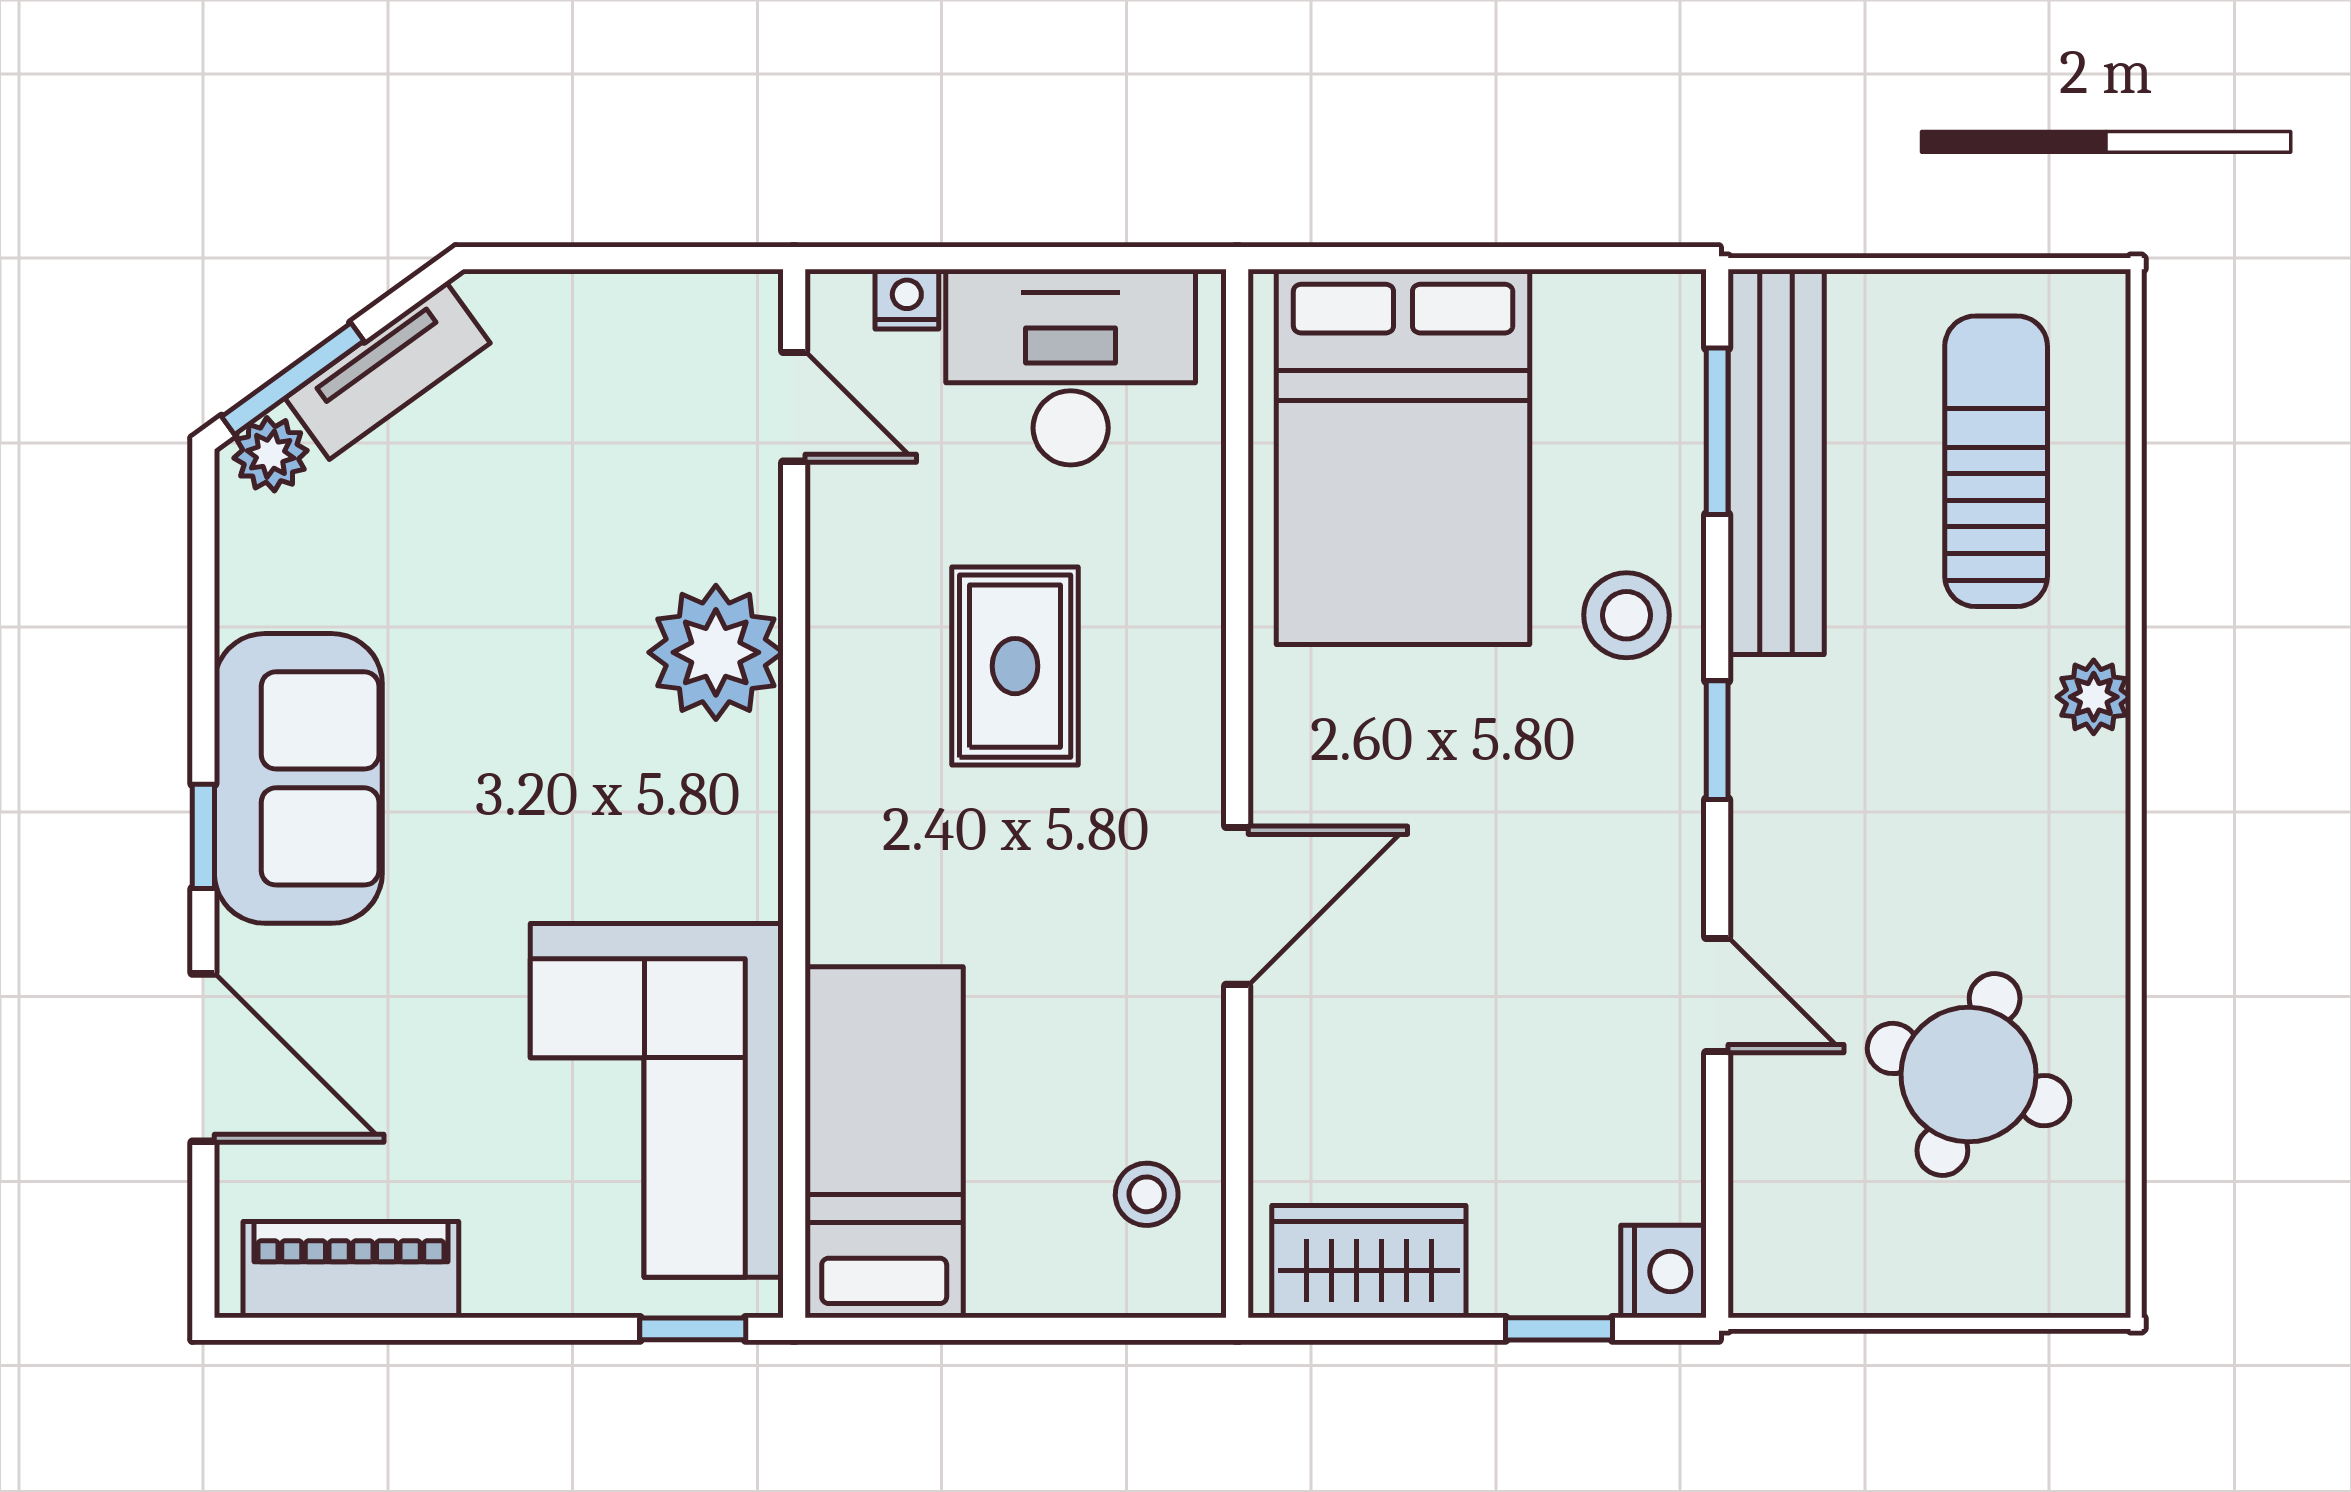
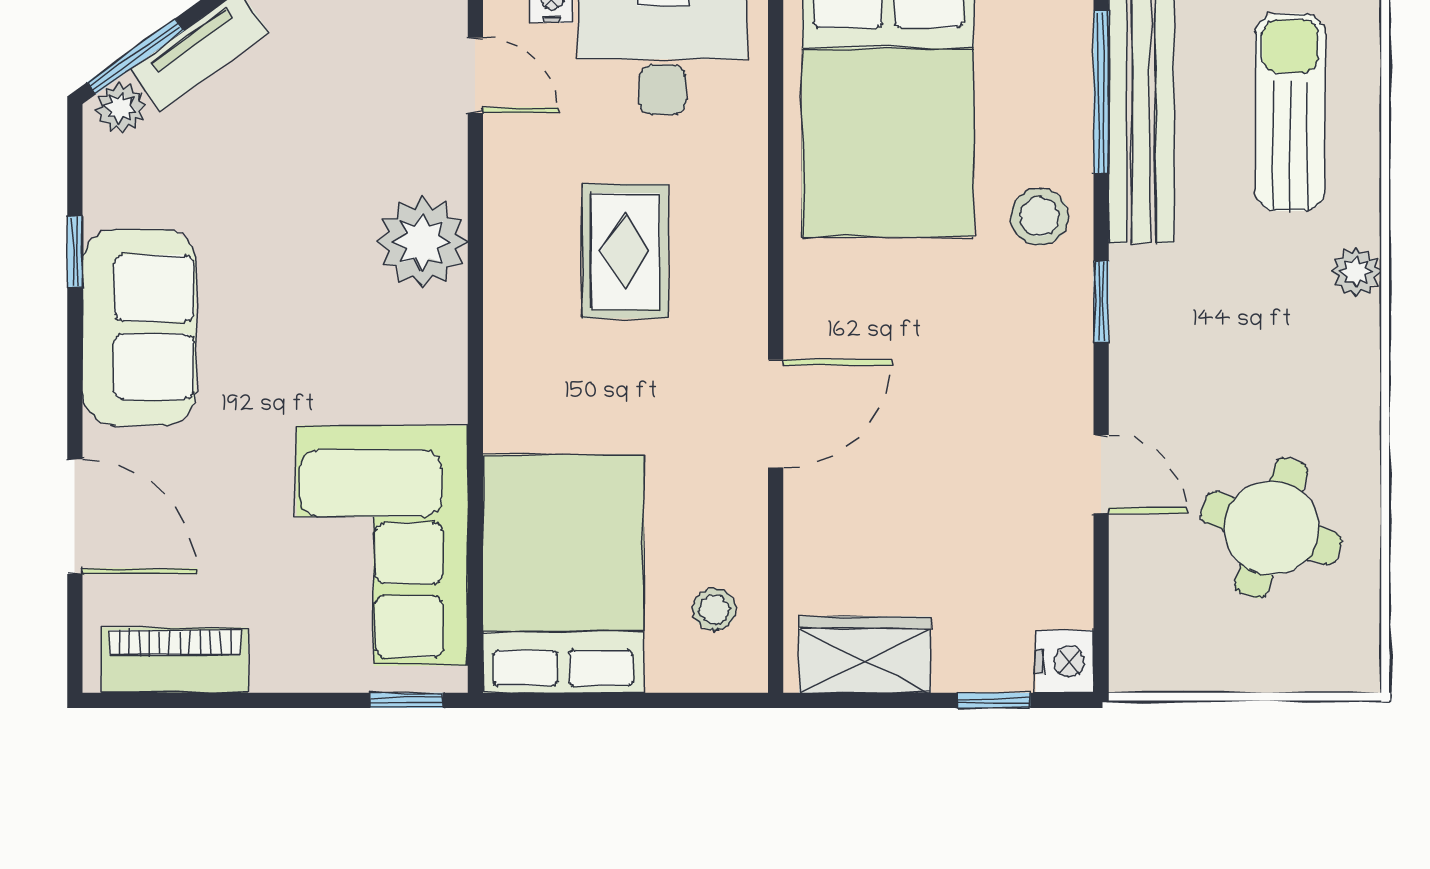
window: (1717, 431) -> (1101, 92), width x1.44
window: (203, 836) -> (75, 252), moved
bed: (884, 1142) -> (563, 574), width x1.50

